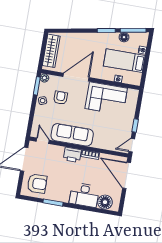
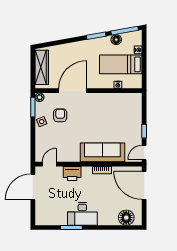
corner sofa: (106, 98) -> (109, 108), removed
sofa: (72, 135) -> (102, 152), moved
door: (43, 141) -> (49, 164), hinge flipped
printer: (72, 155) -> (72, 173), moved
armchair: (37, 184) -> (51, 210), removed
desk: (84, 195) -> (82, 214), moved

